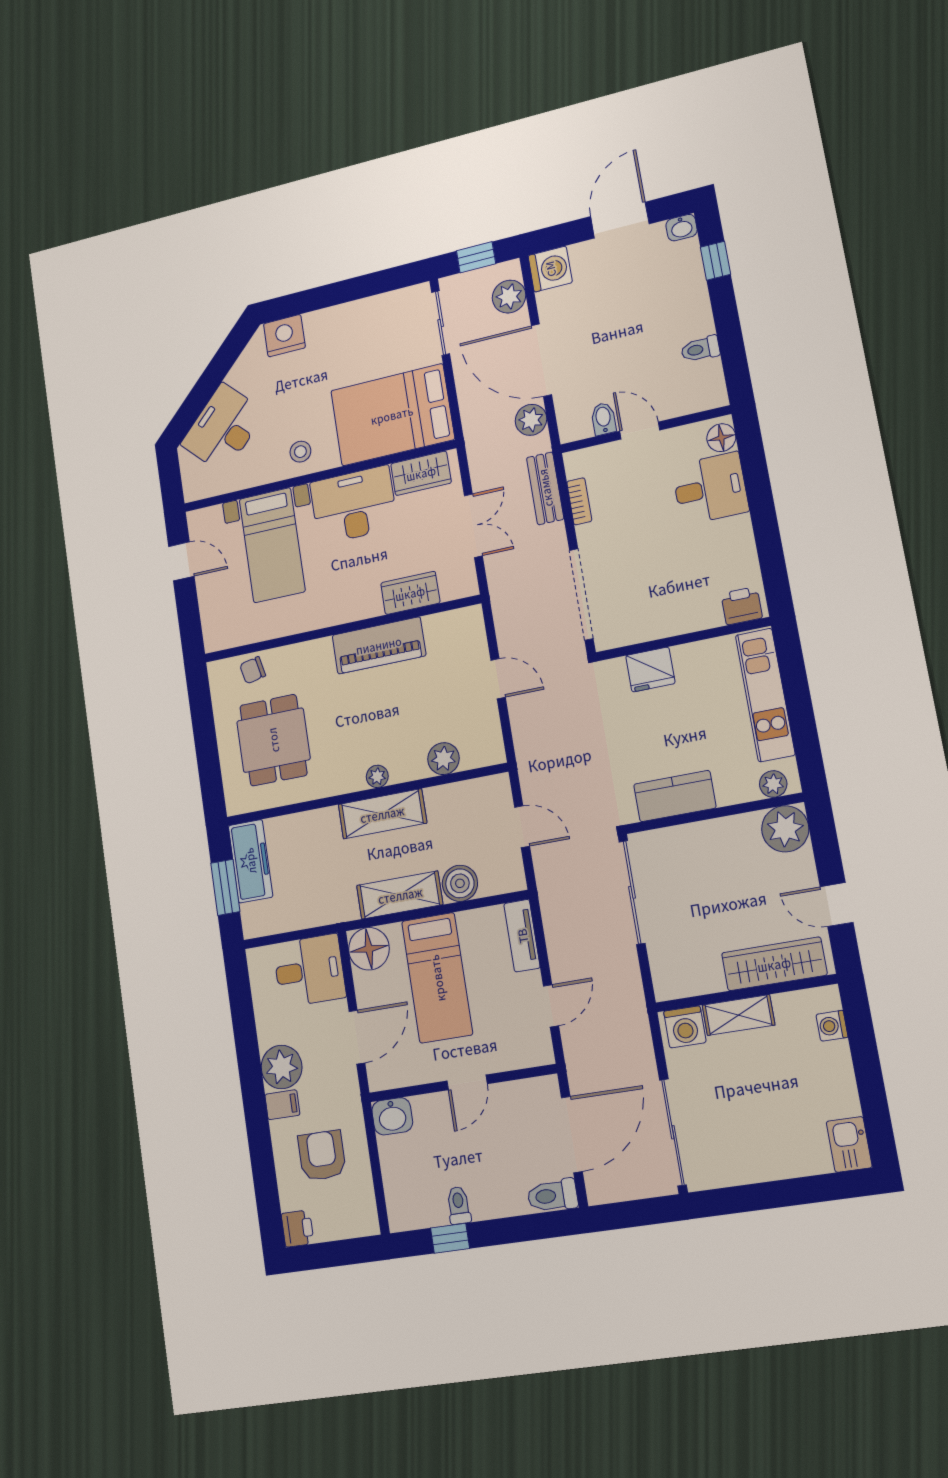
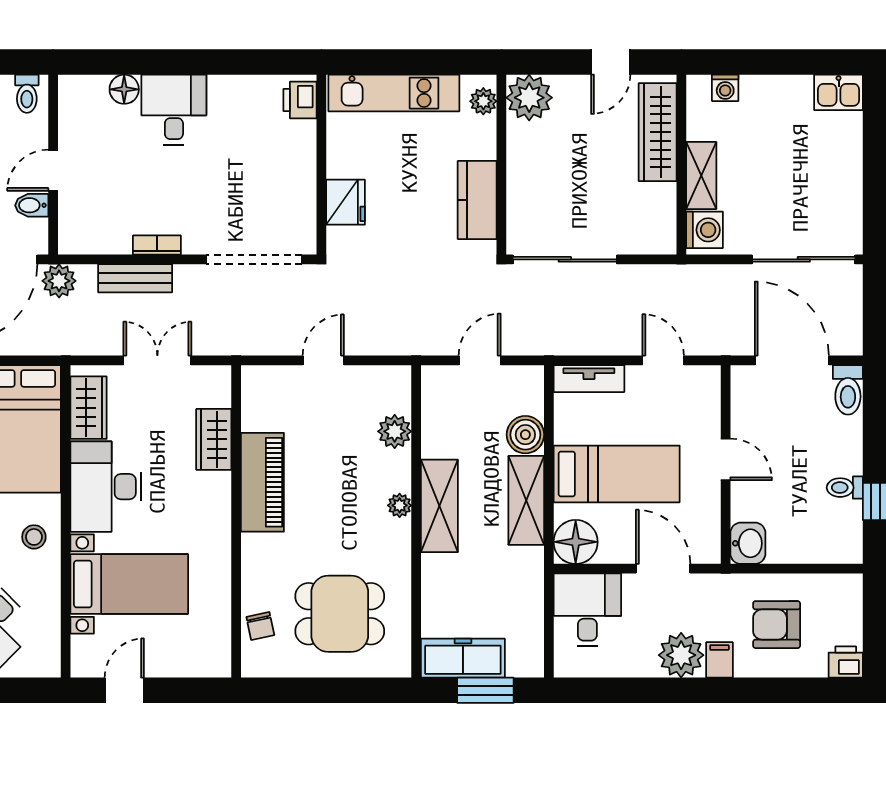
bidet: (603, 419) -> (32, 205), moved
wall: (645, 429) -> (53, 165), moved
door: (640, 431) -> (53, 170), moved

